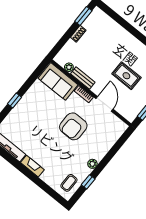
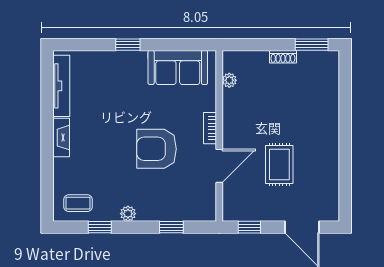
bench: (83, 78) -> (230, 110), removed
sofa: (58, 81) -> (178, 67), moved, turned -90
window: (115, 149) -> (171, 227), added

